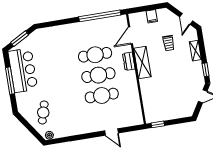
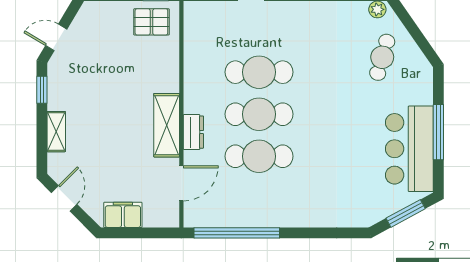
filing cabinet: (152, 16) -> (123, 215), width x2.00
trolley: (168, 43) -> (108, 156), removed
pallet: (158, 111) -> (151, 22), added

